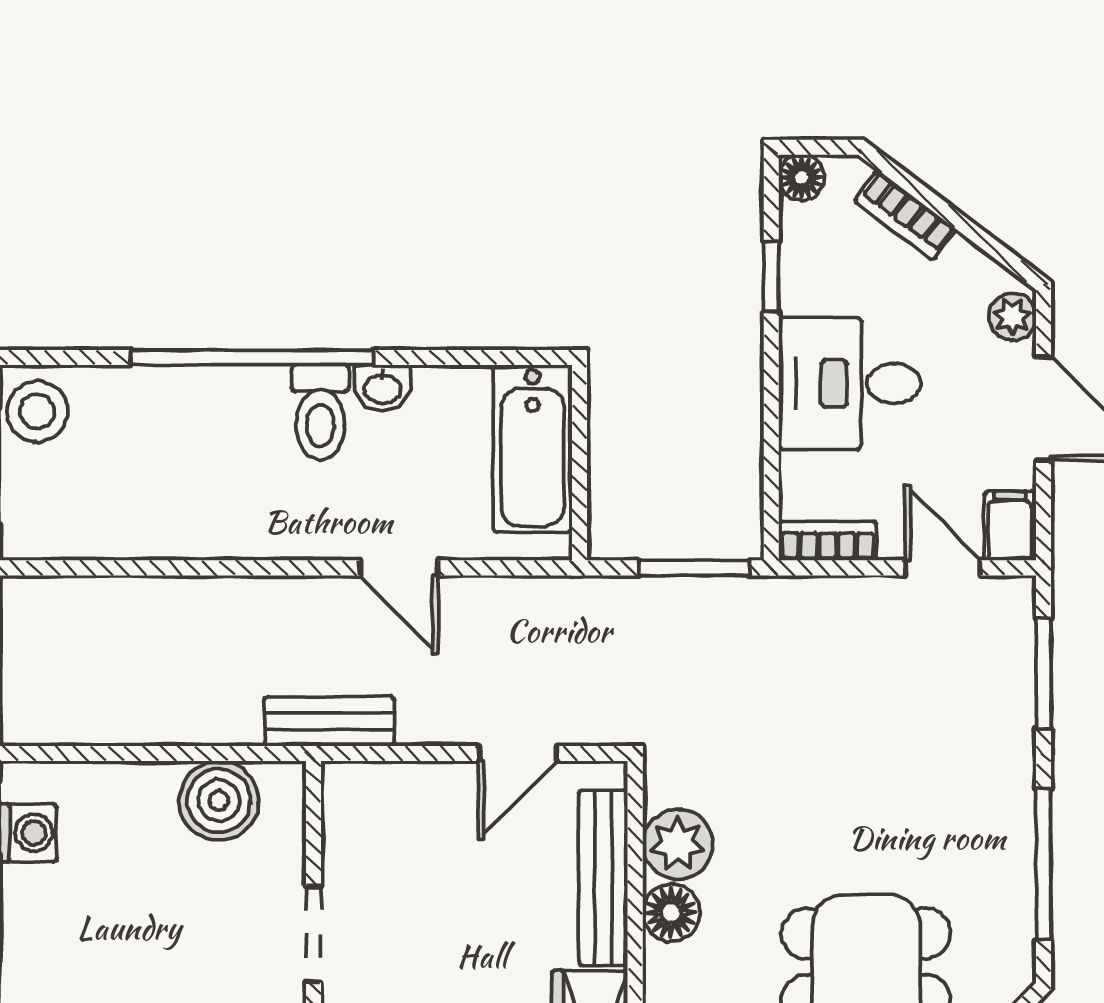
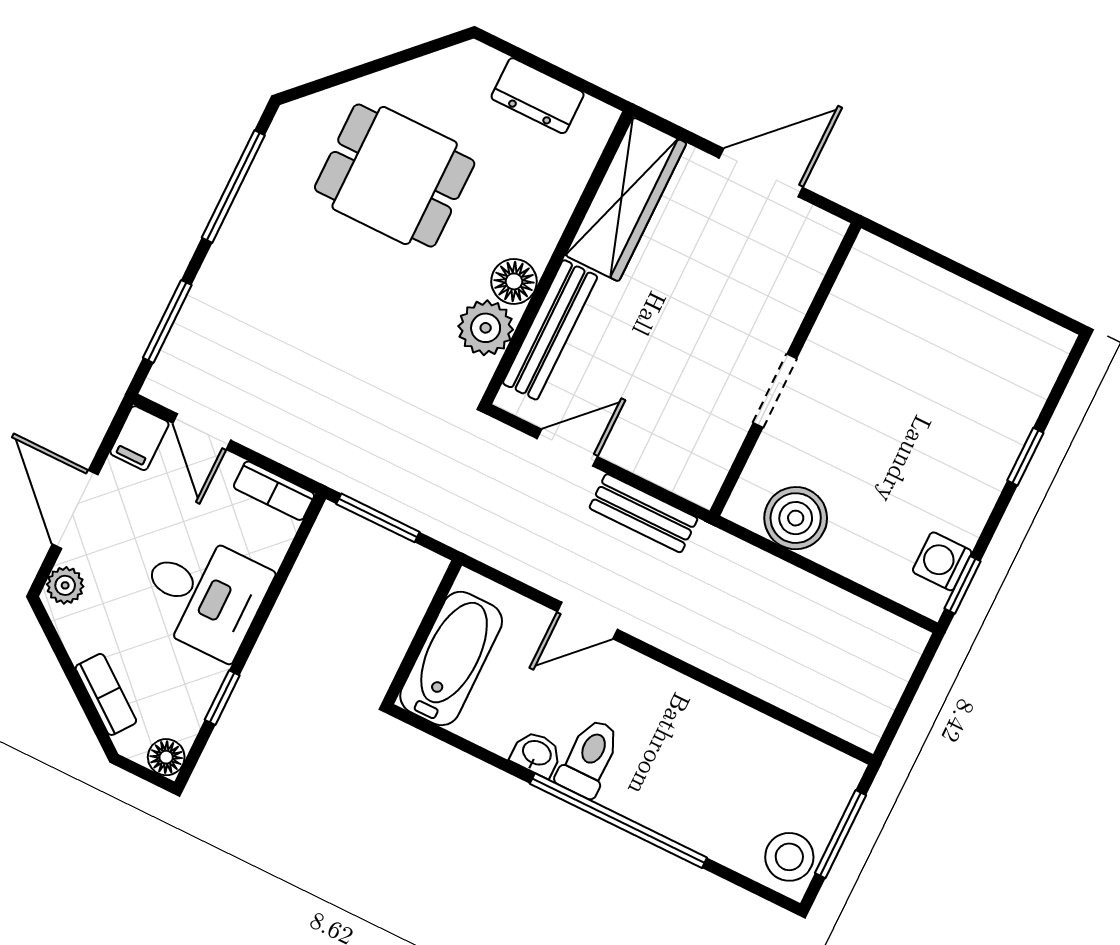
door: (399, 568) -> (587, 620), swing flipped
bench: (329, 721) -> (643, 513), moved

